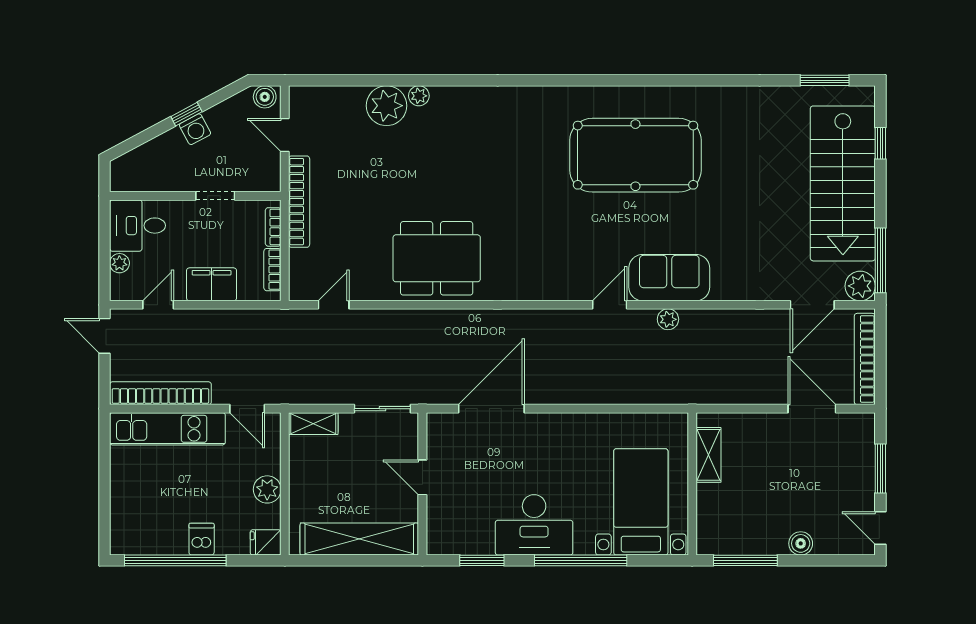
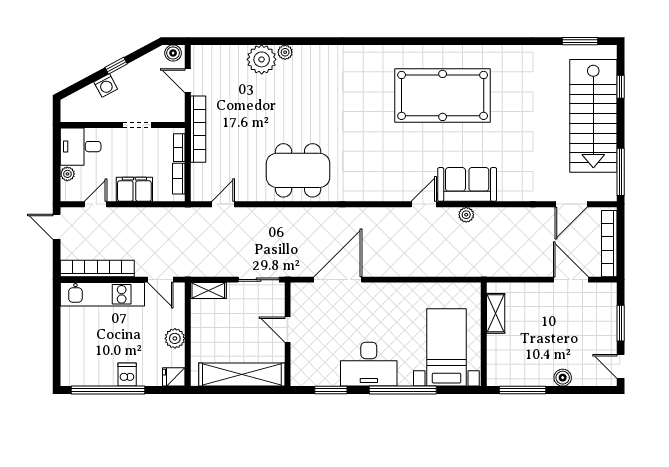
washing machine: (195, 129) -> (106, 85), moved
plant: (860, 286) -> (606, 191), removed

